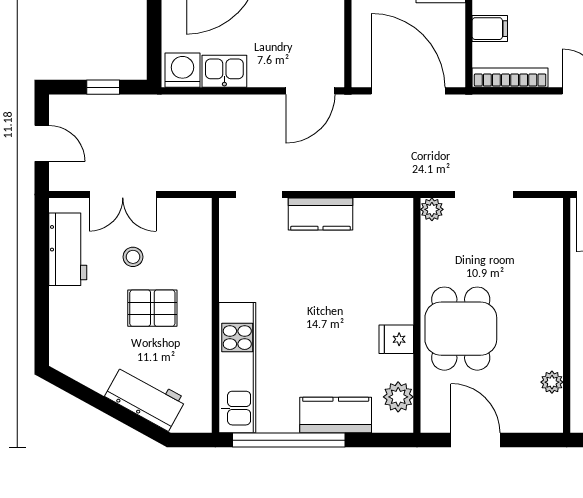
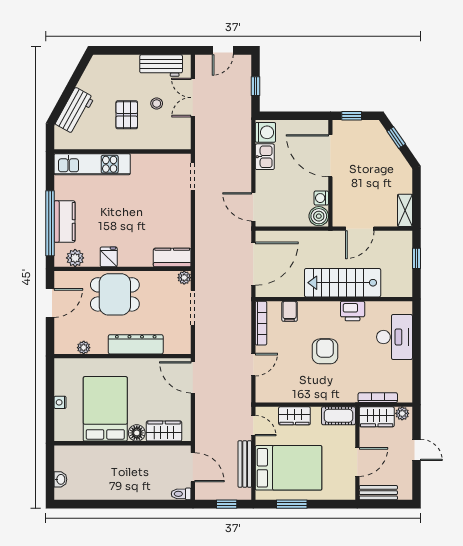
kitchen counter: (320, 214) -> (172, 257), moved, turned 90
dresser: (546, 293) -> (136, 344), added
window: (289, 440) -> (50, 223), moved

